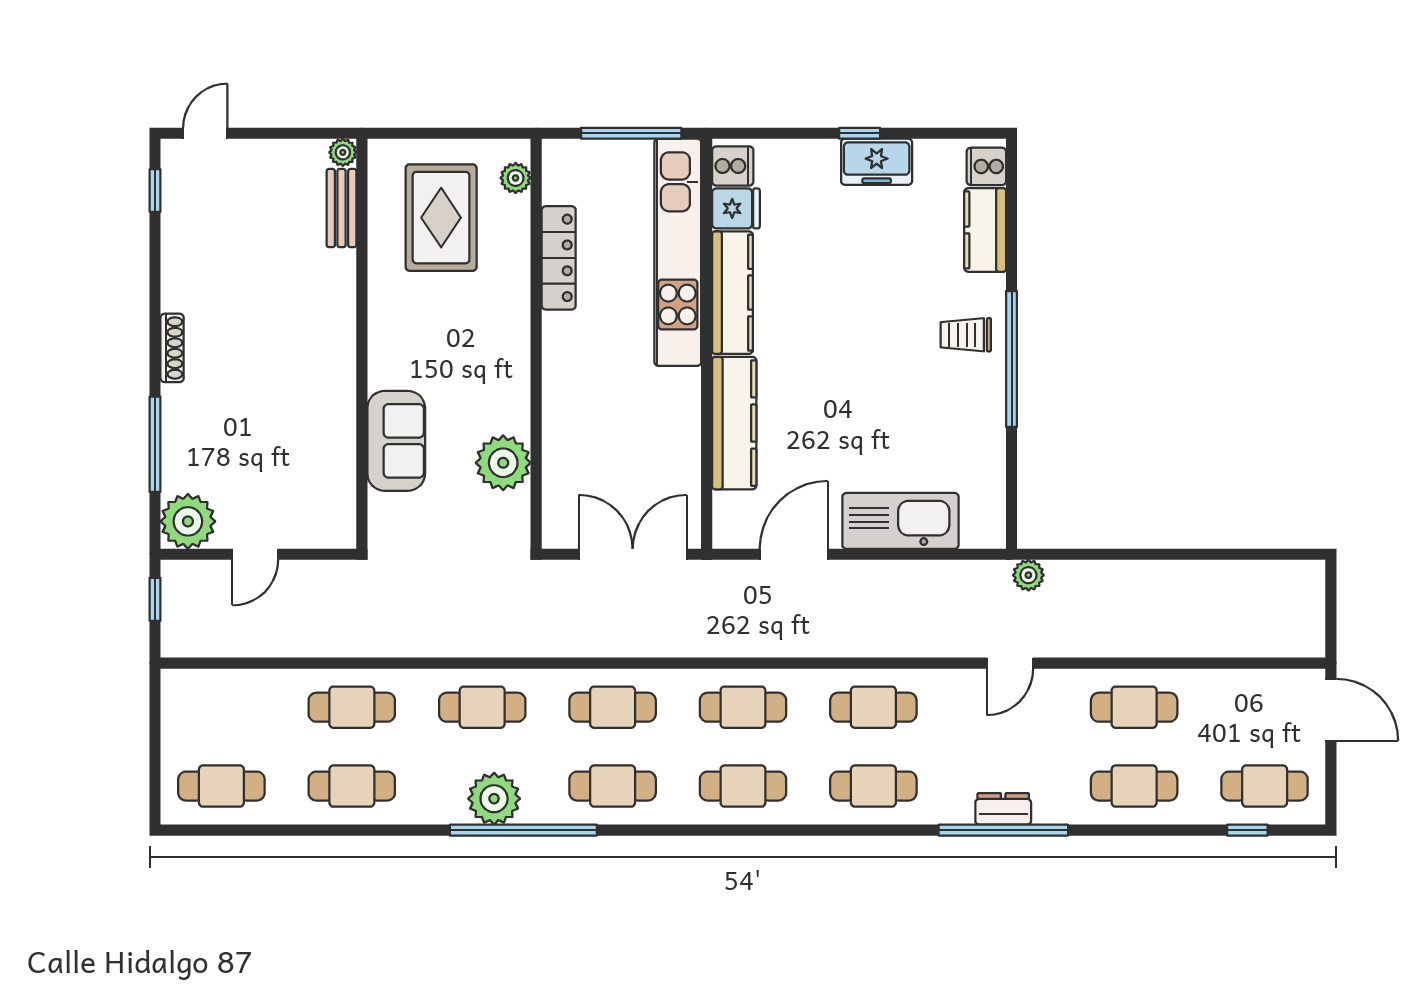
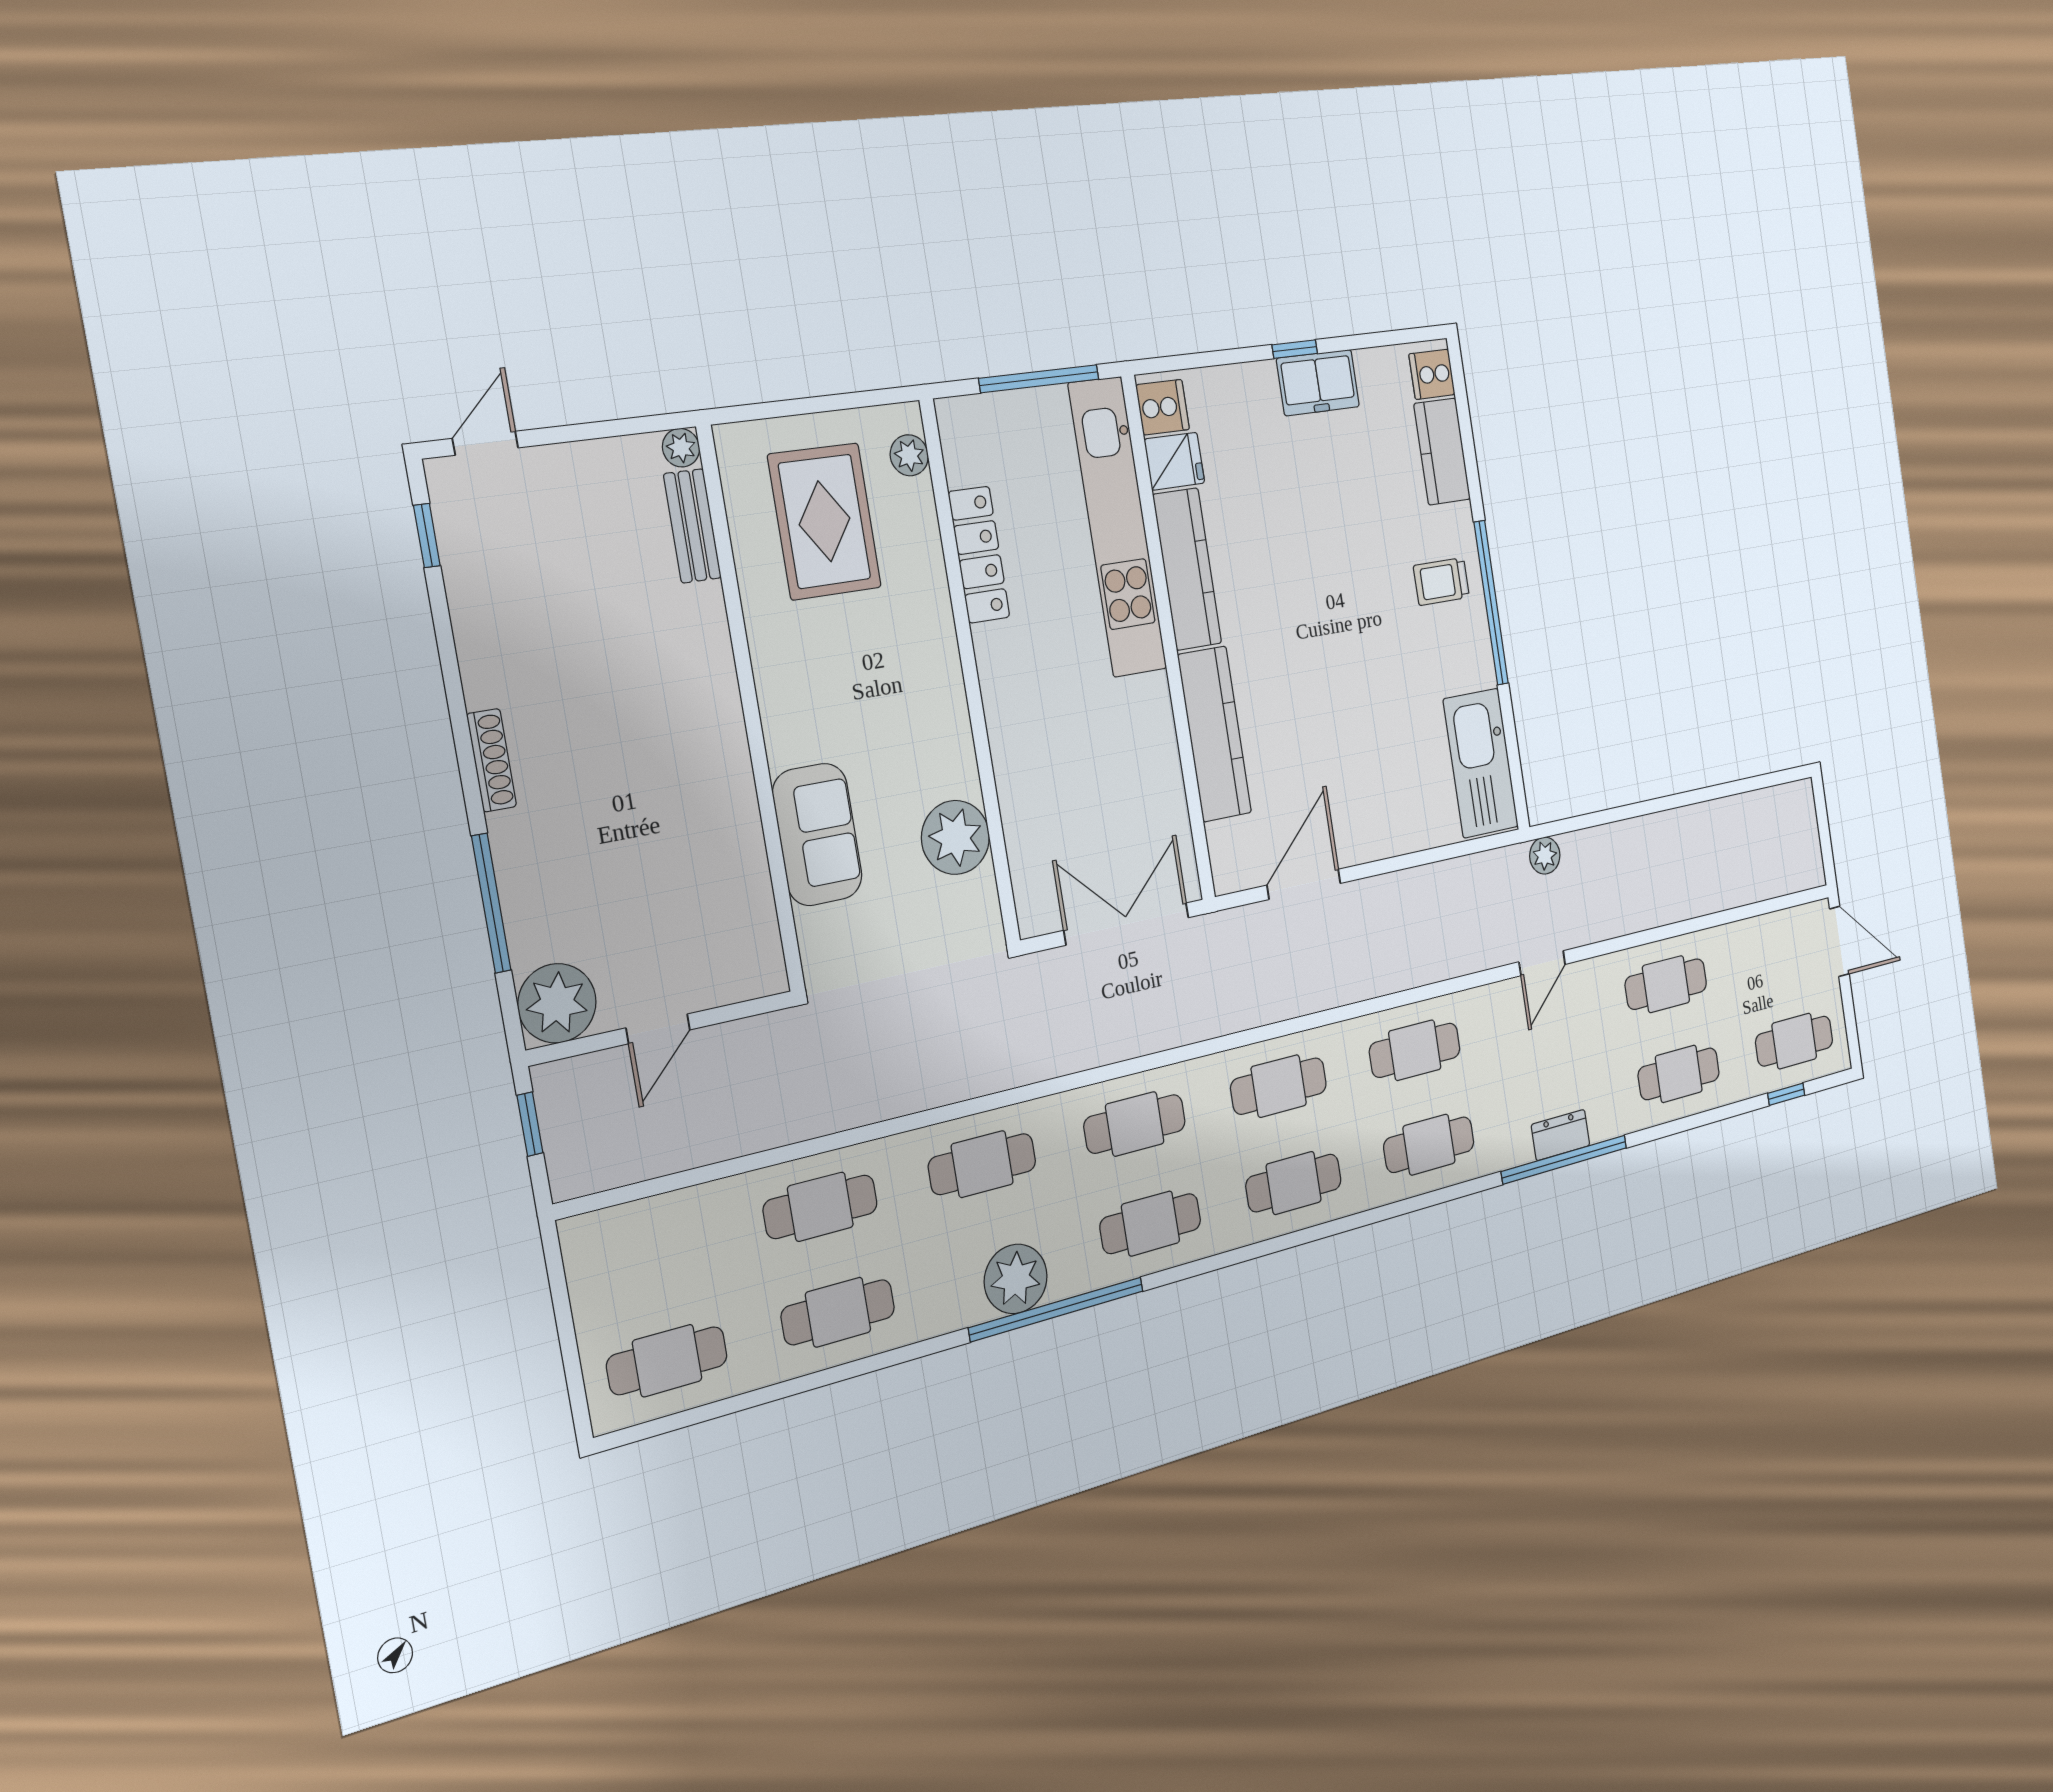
kitchen sink: (900, 521) -> (1481, 763), moved, turned -90

